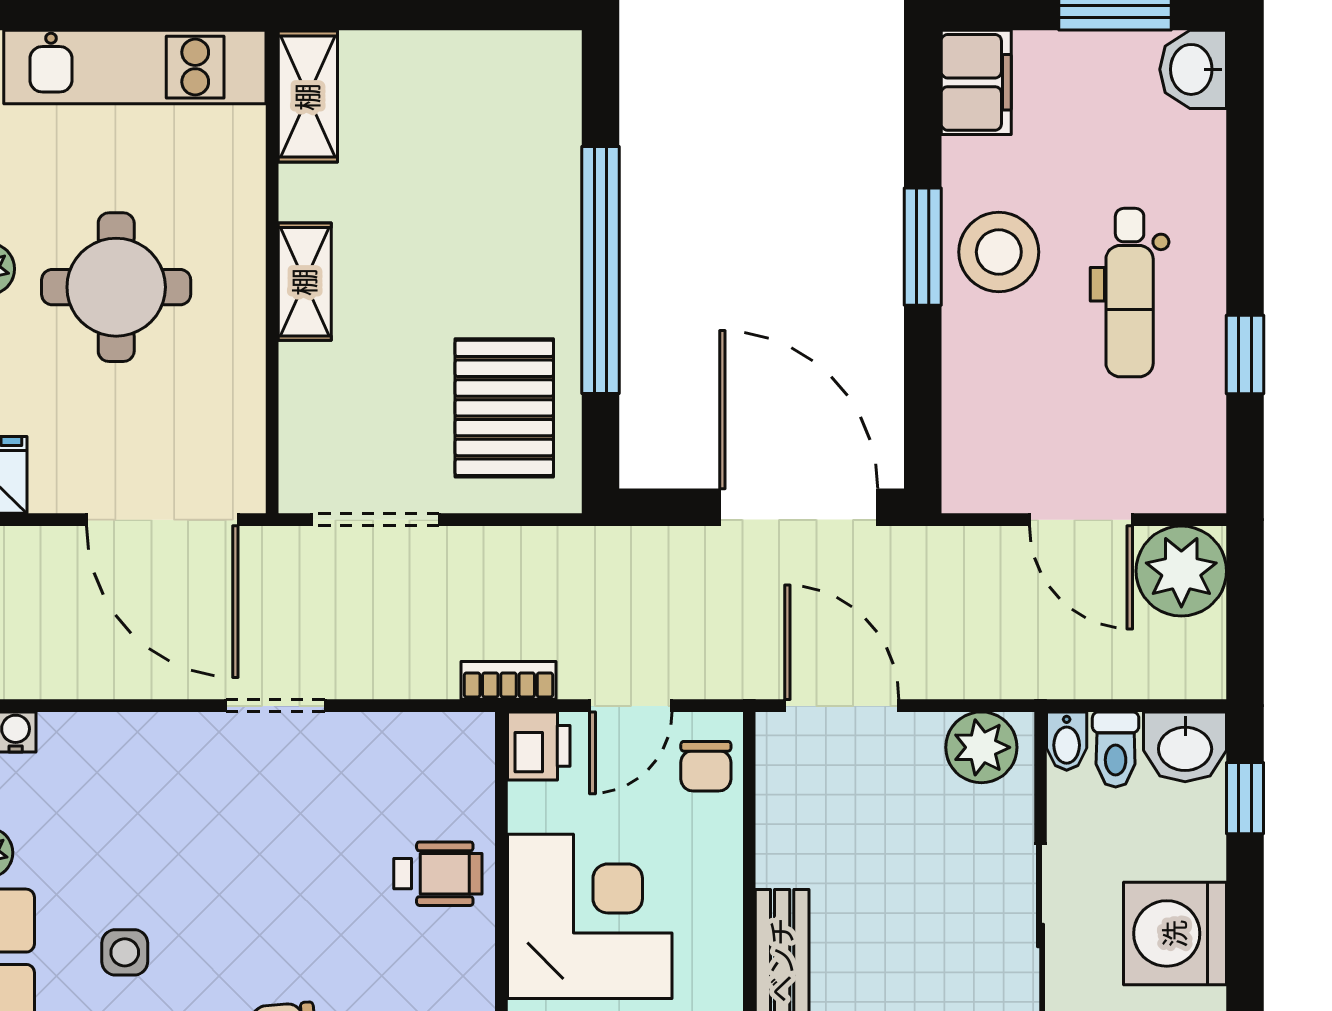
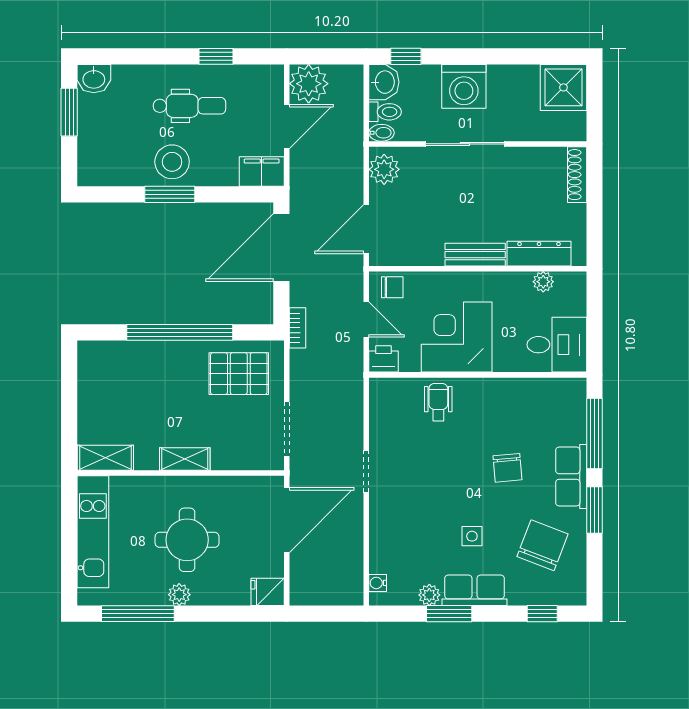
filing cabinet: (976, 82) -> (262, 172), moved
bookcase: (509, 680) -> (297, 328), moved, turned 180

